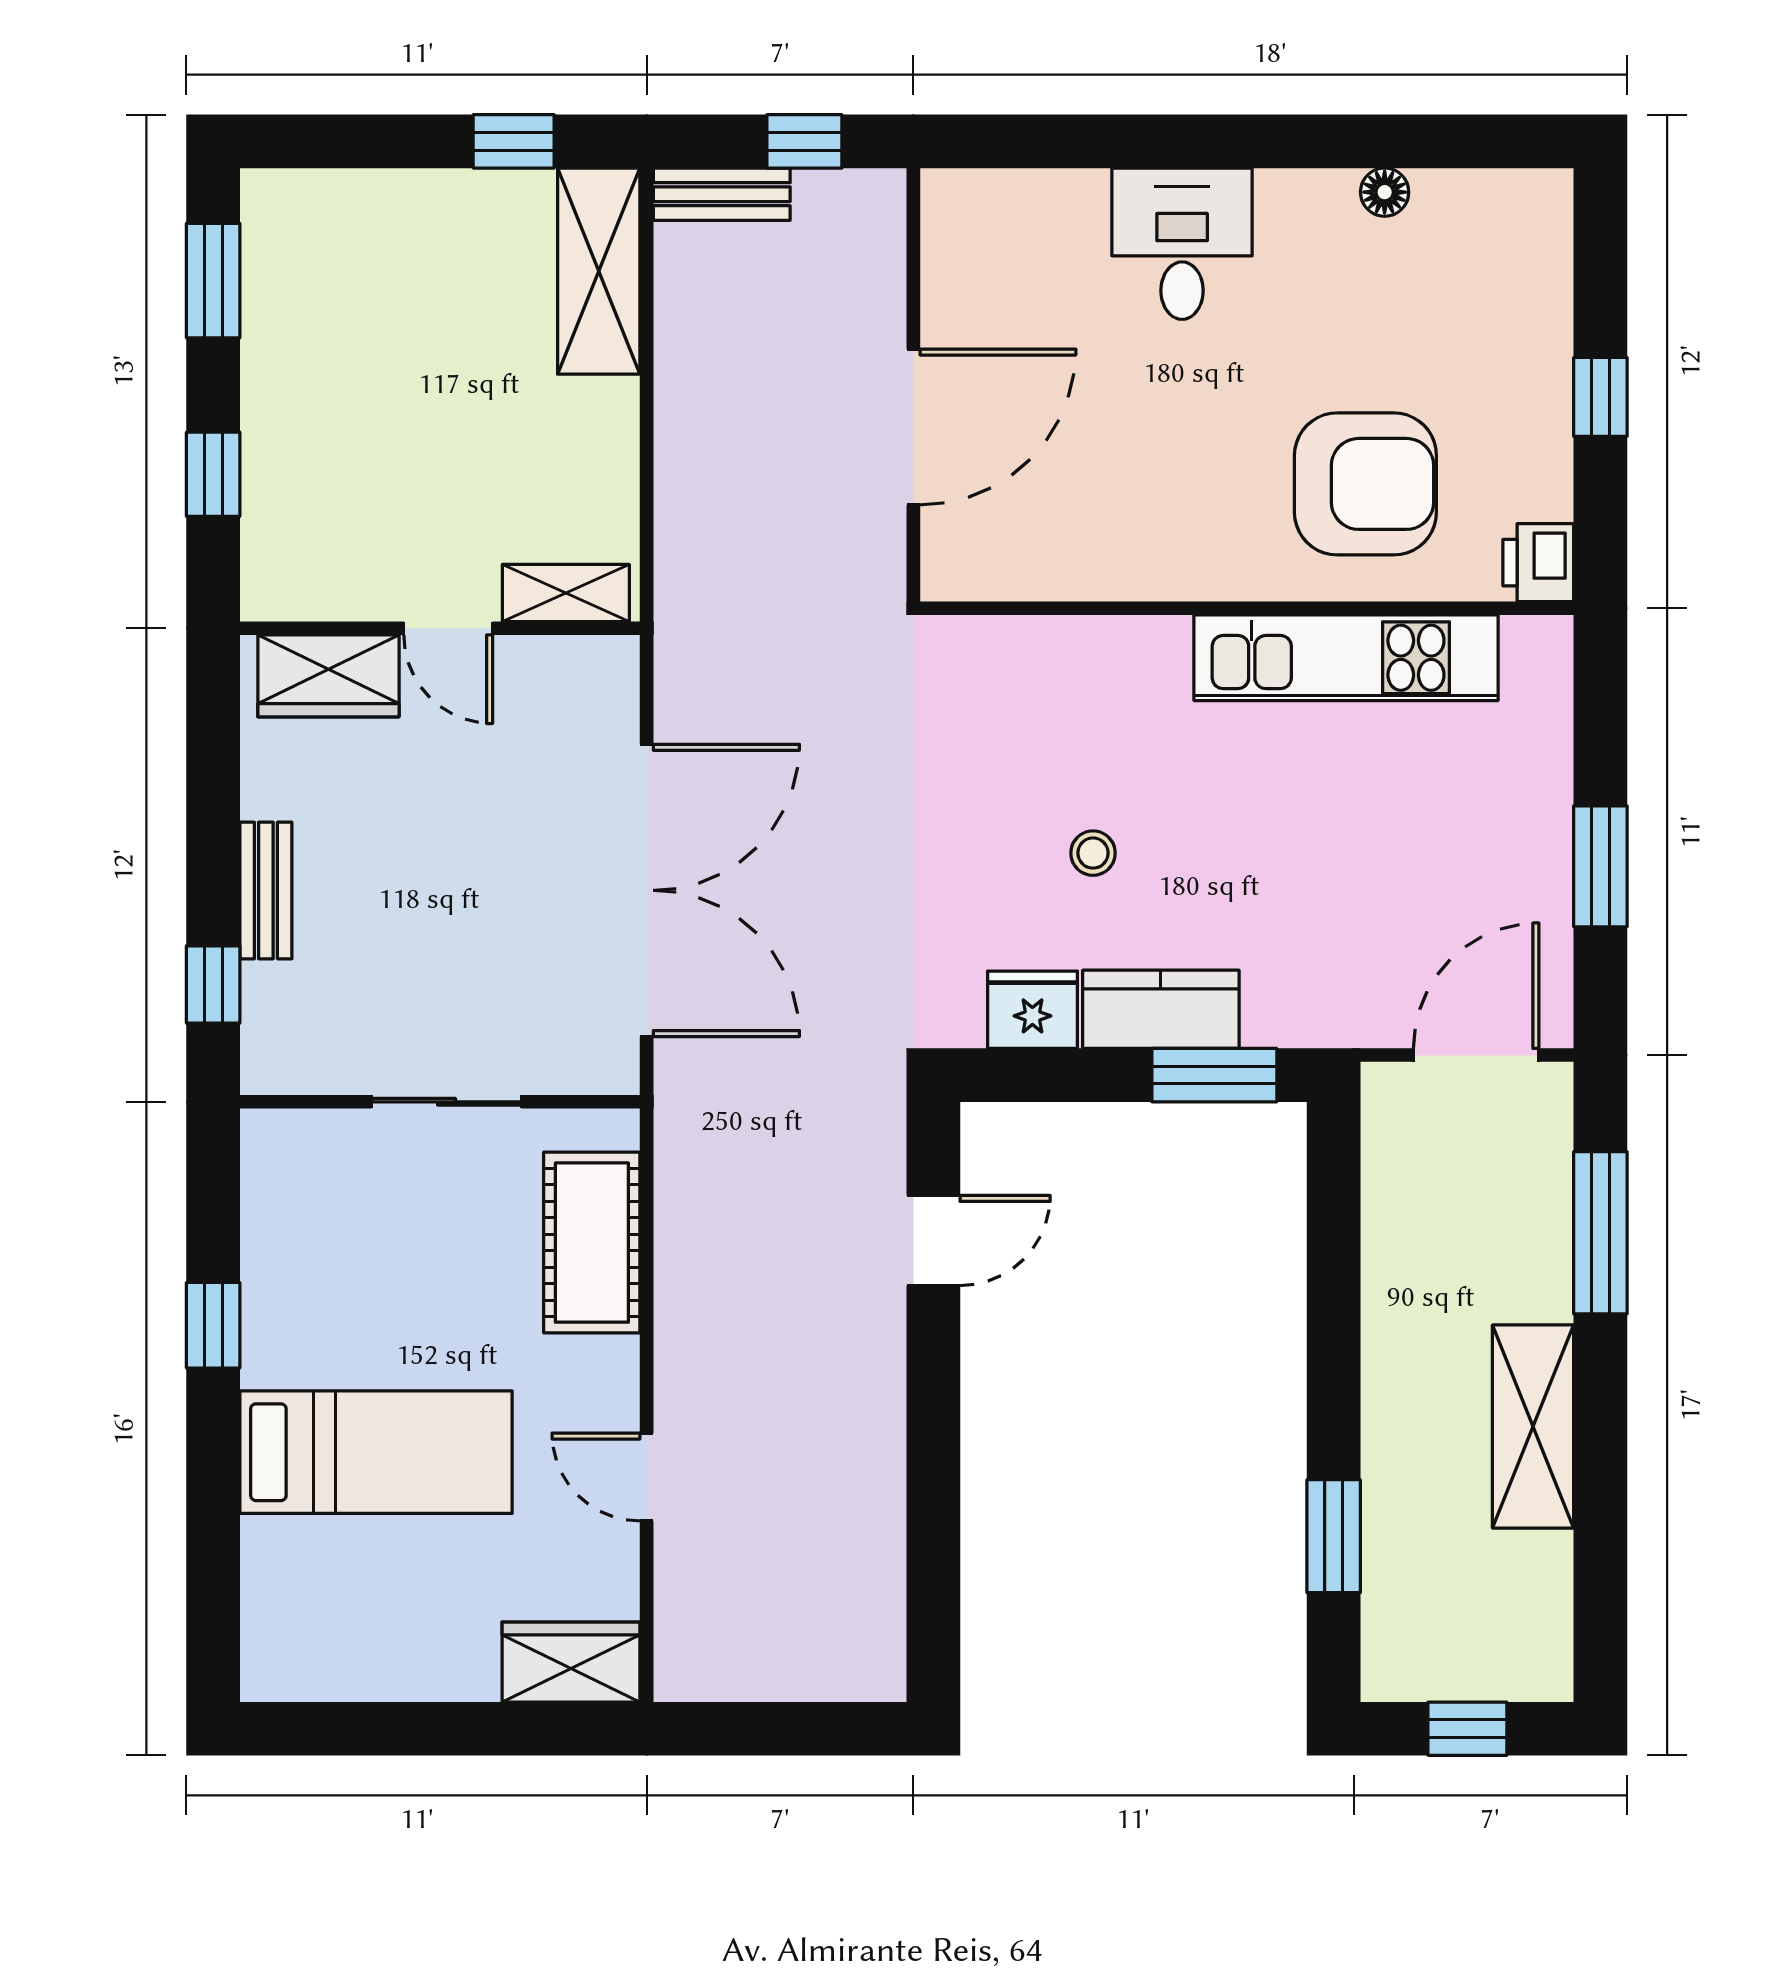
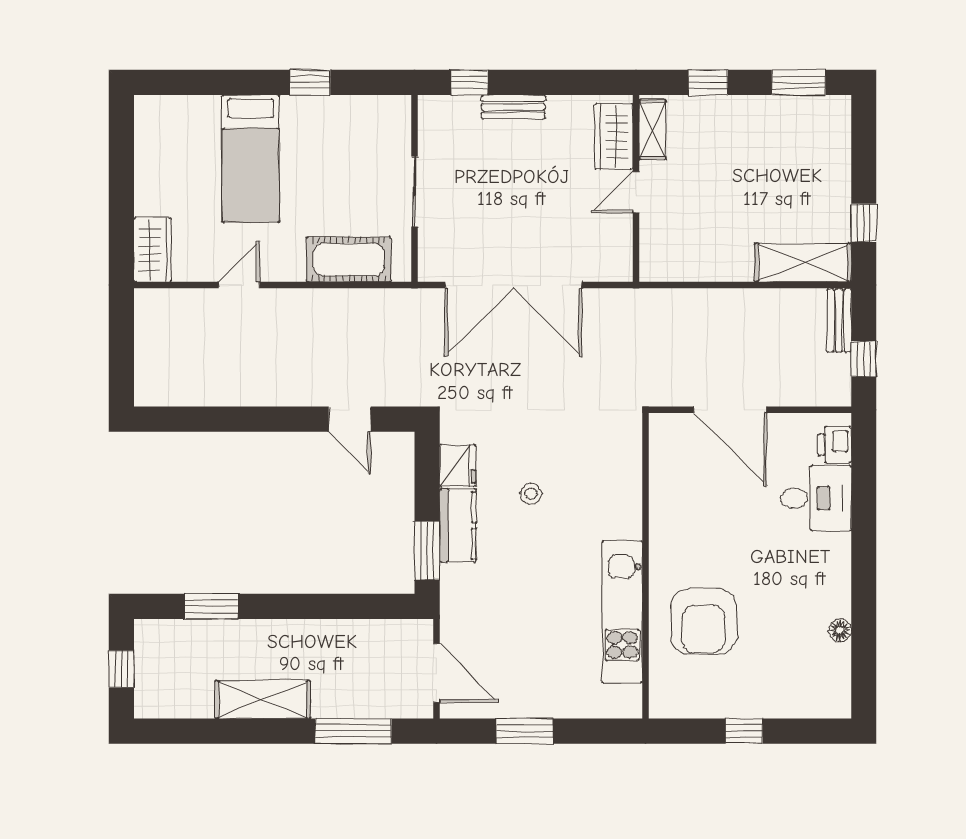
desk: (1182, 244) -> (816, 498), moved
printer: (1538, 563) -> (835, 445), moved, turned -90
shelving: (566, 593) -> (653, 130), moved

